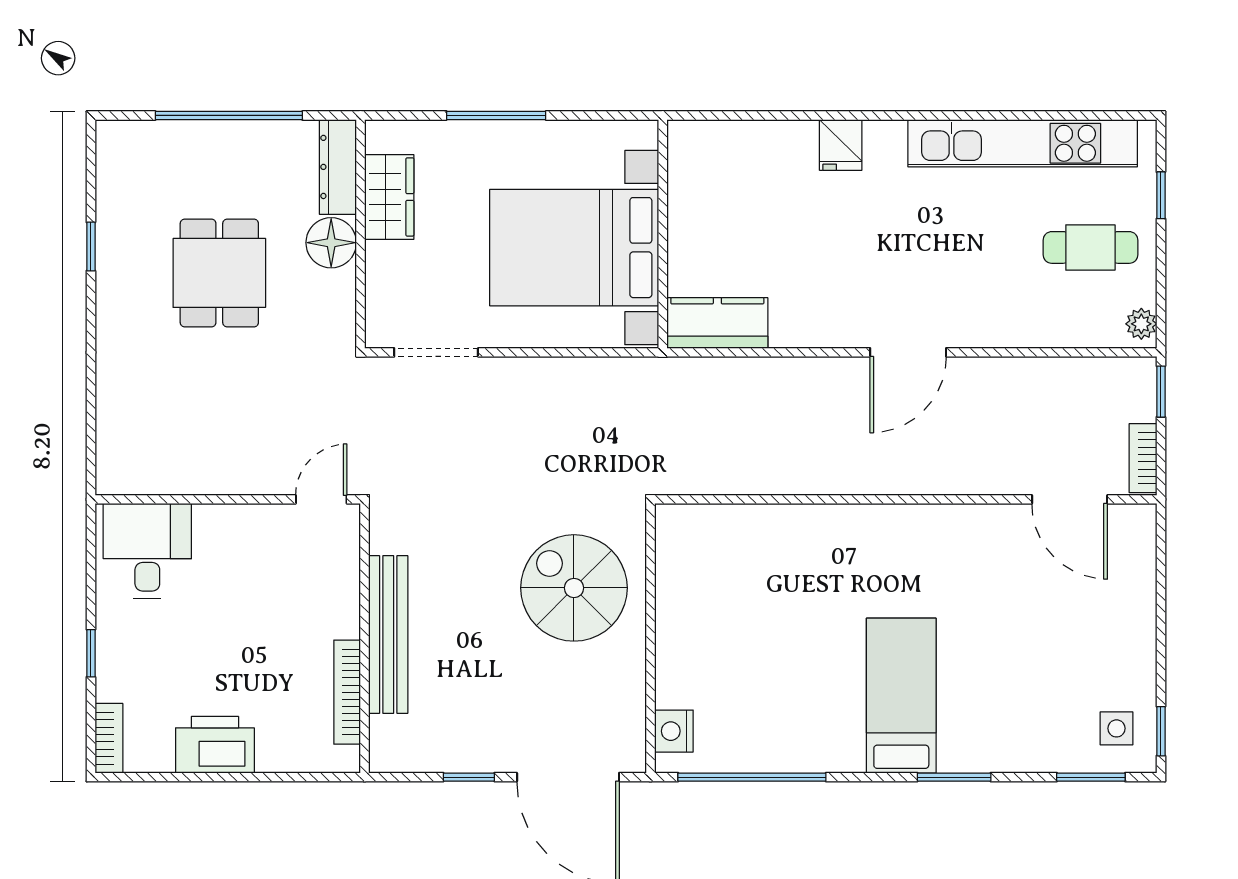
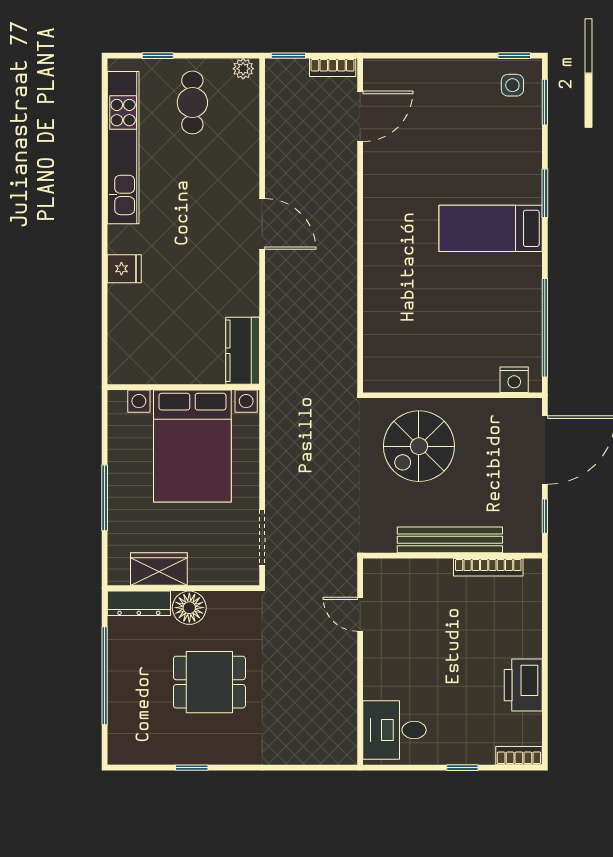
bench: (388, 634) -> (450, 540), moved
wall: (365, 638) -> (452, 556), moved
bookcase: (347, 692) -> (488, 567), moved

